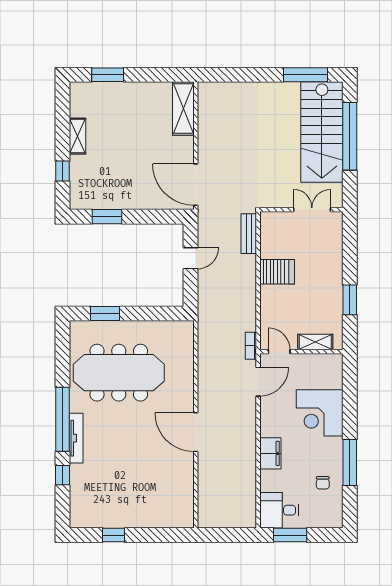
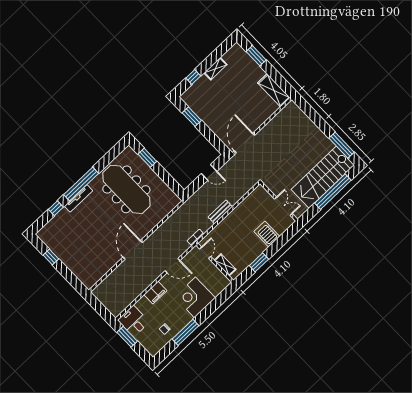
shelving: (183, 108) -> (274, 90), moved, turned 90
bench: (249, 234) -> (220, 212), moved
server rack: (277, 272) -> (267, 234), moved, turned 180
door: (258, 382) -> (173, 266), moved

